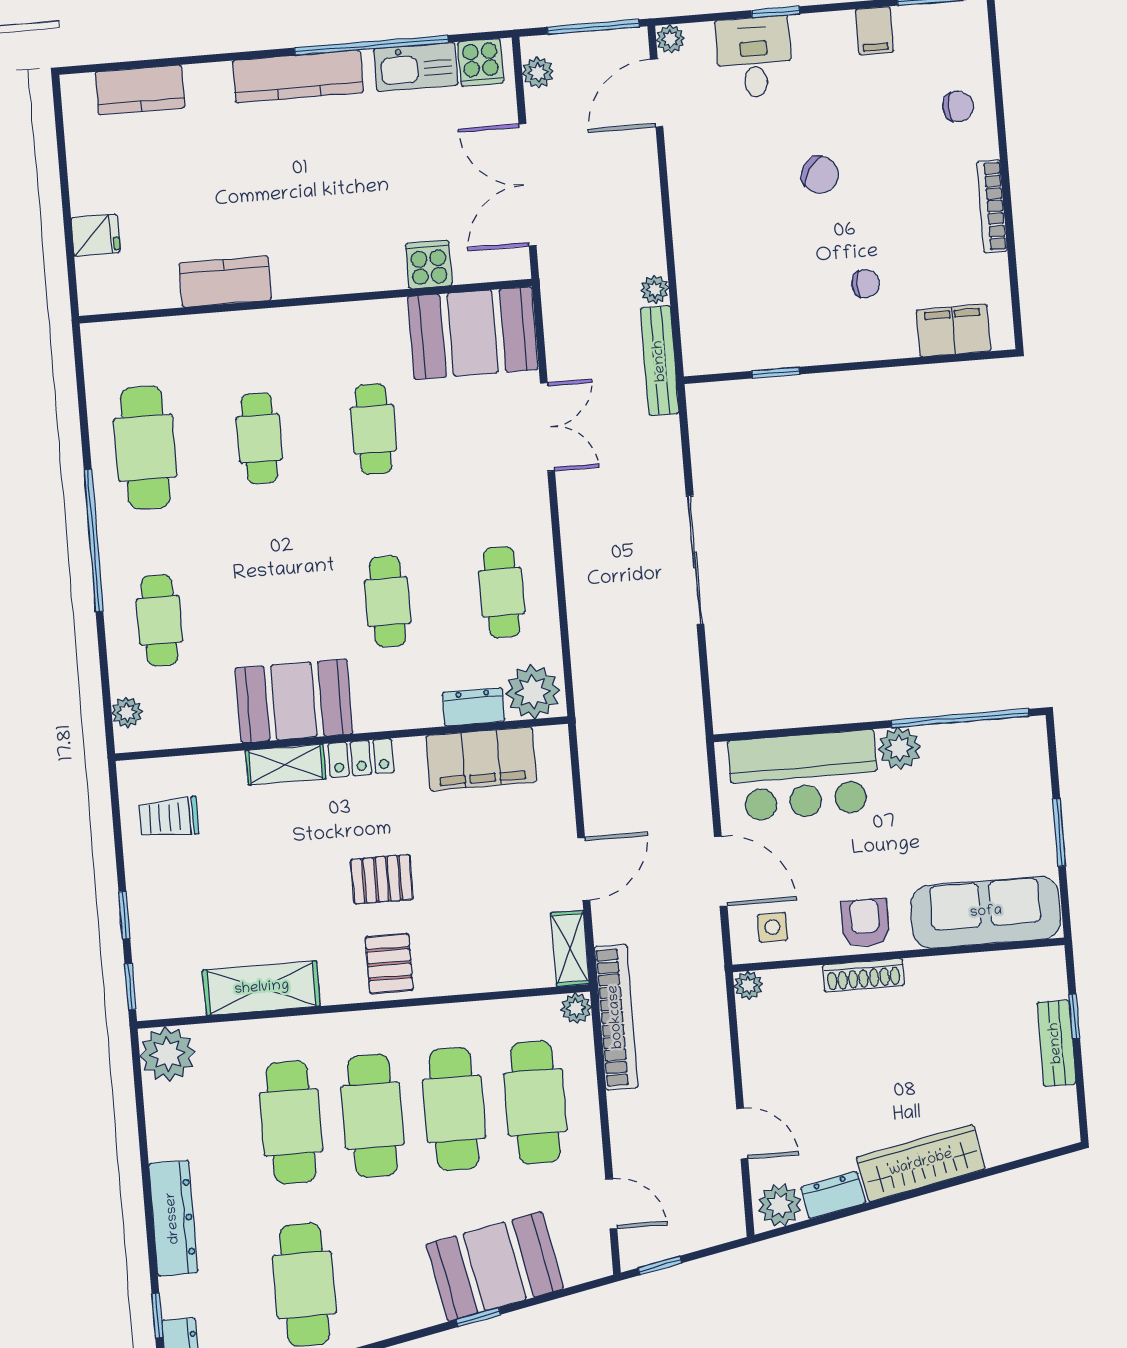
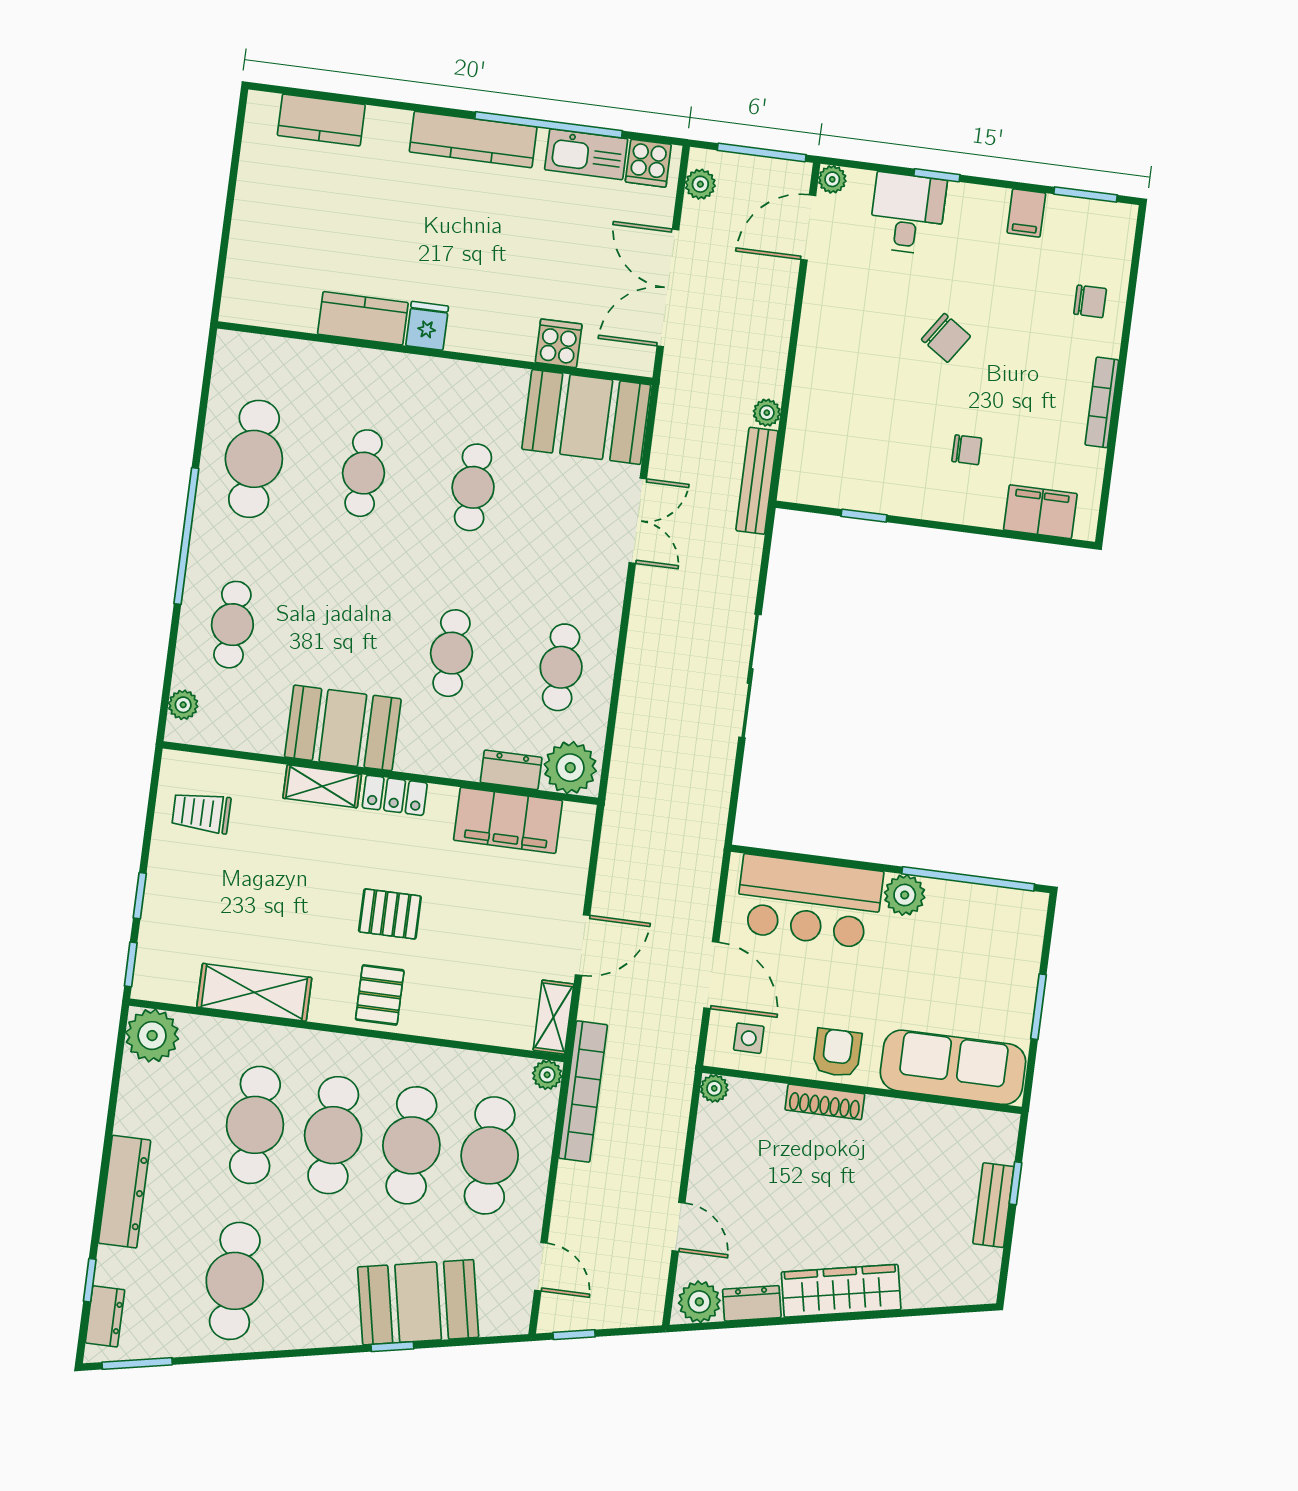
fridge: (96, 235) -> (427, 326), moved, turned -90

